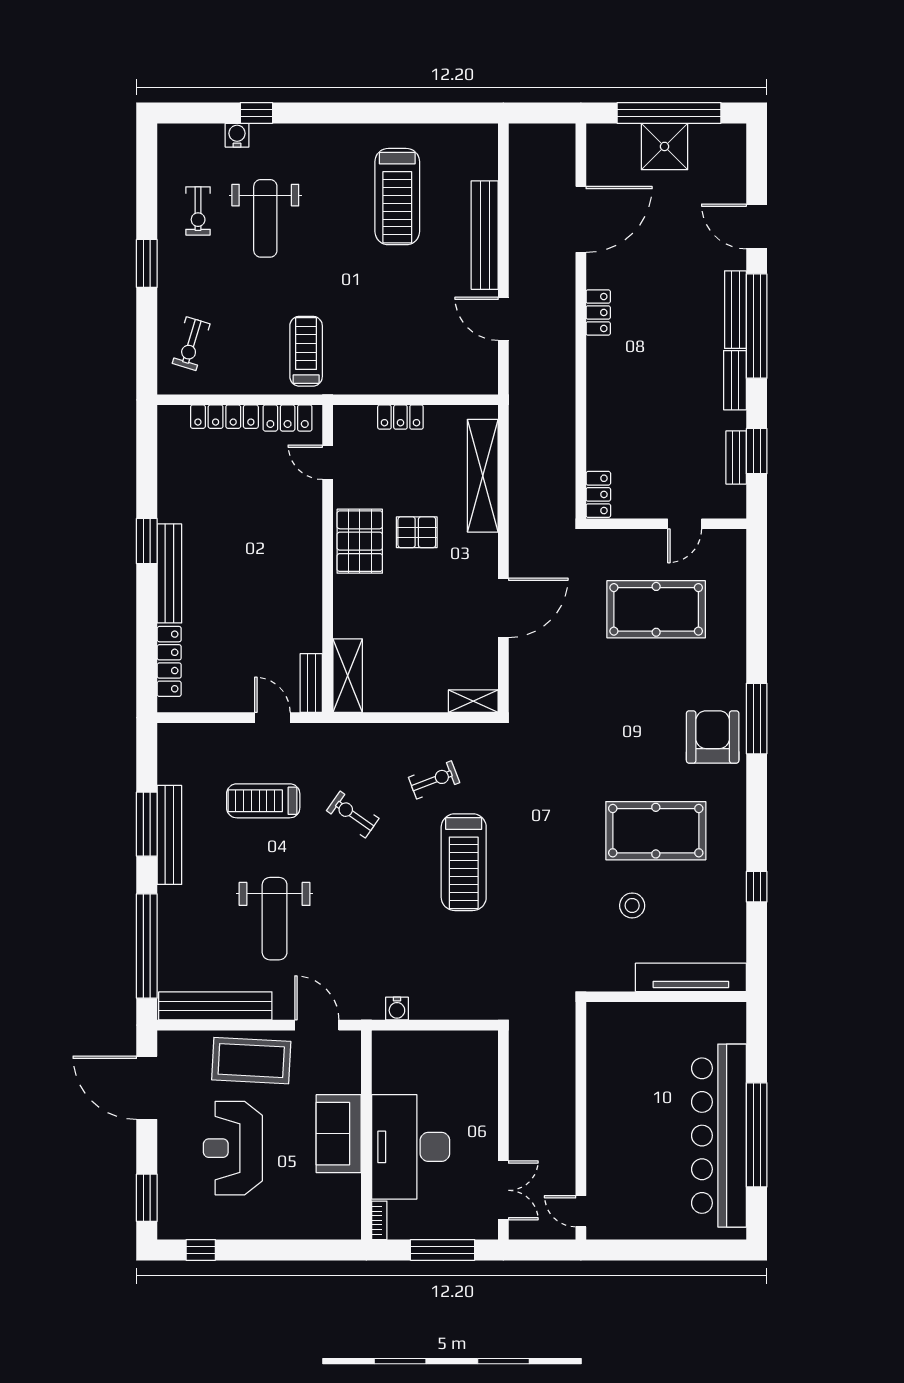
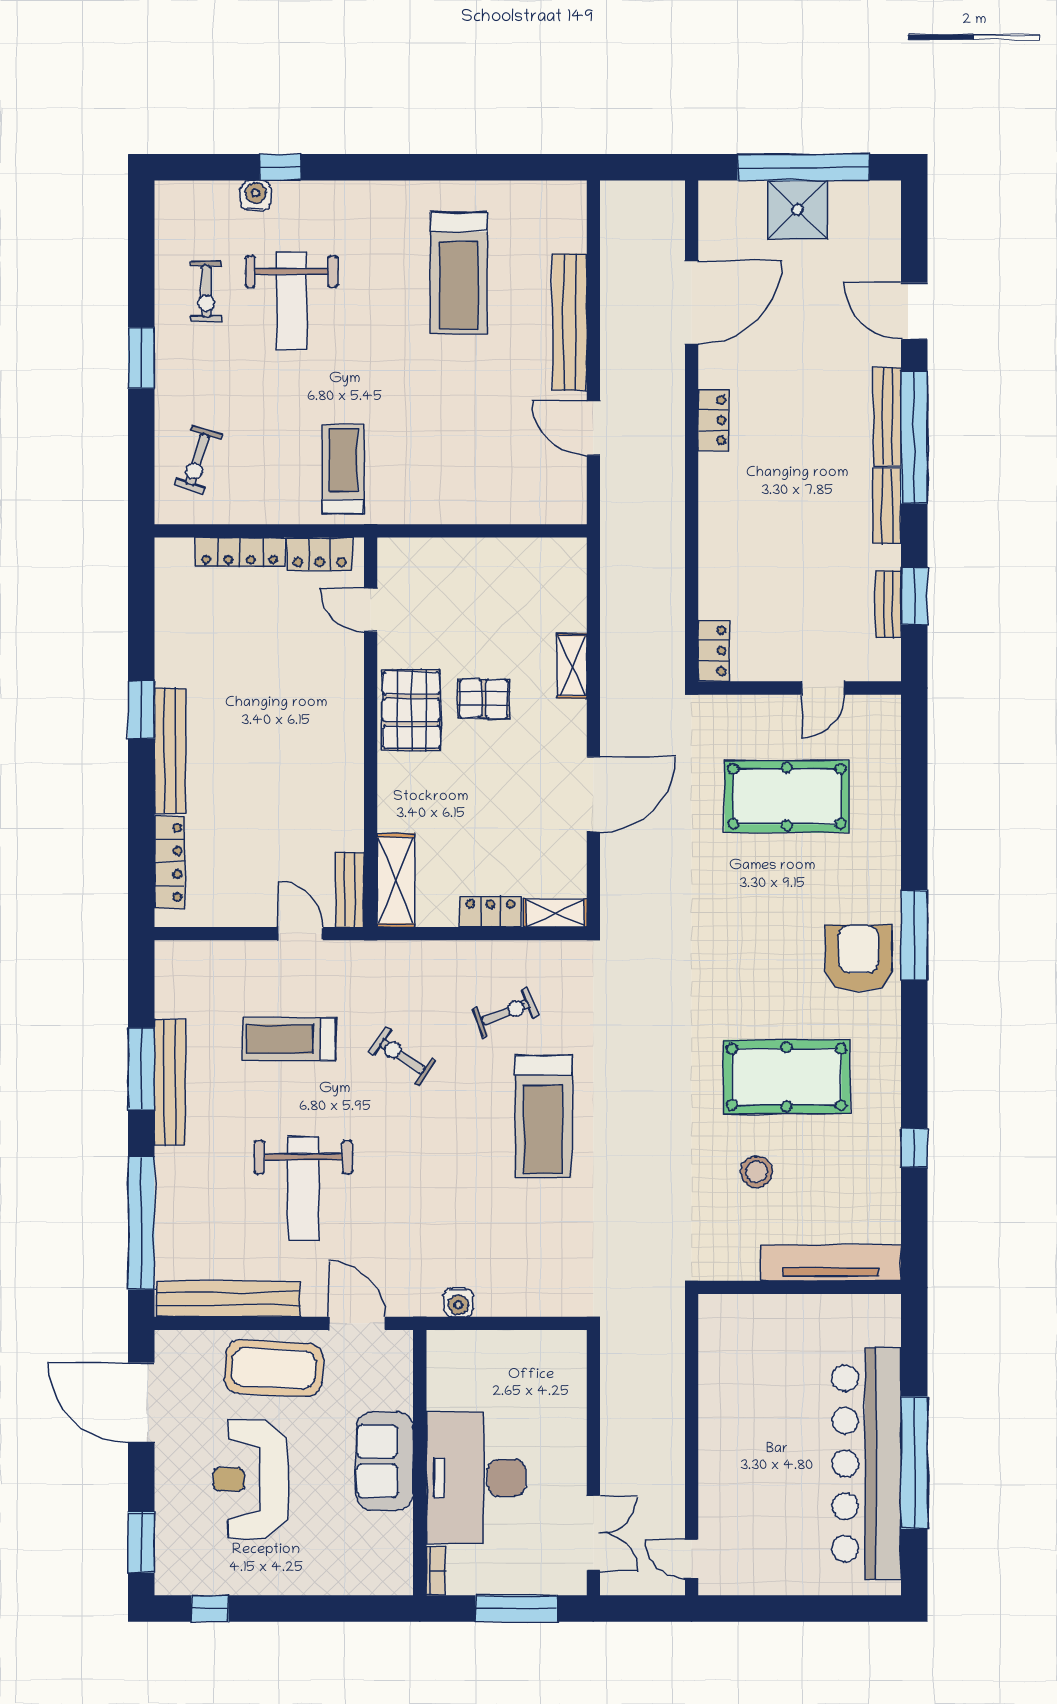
locker: (400, 417) -> (490, 912), moved, turned 180
shelving: (483, 476) -> (572, 666), width x0.45, depth x0.75

